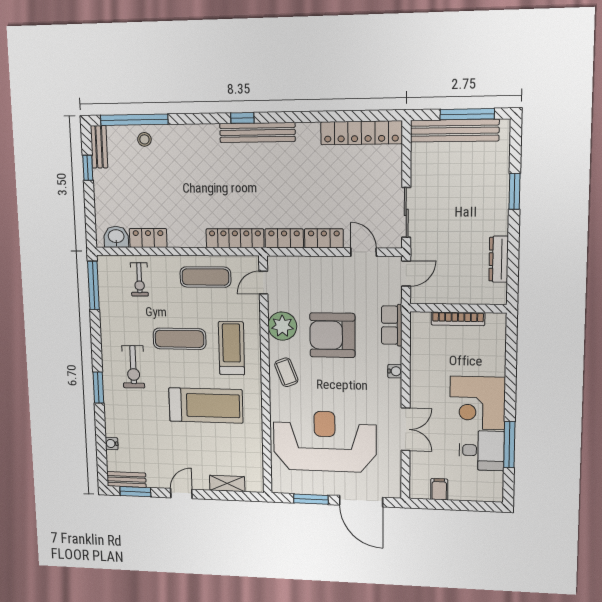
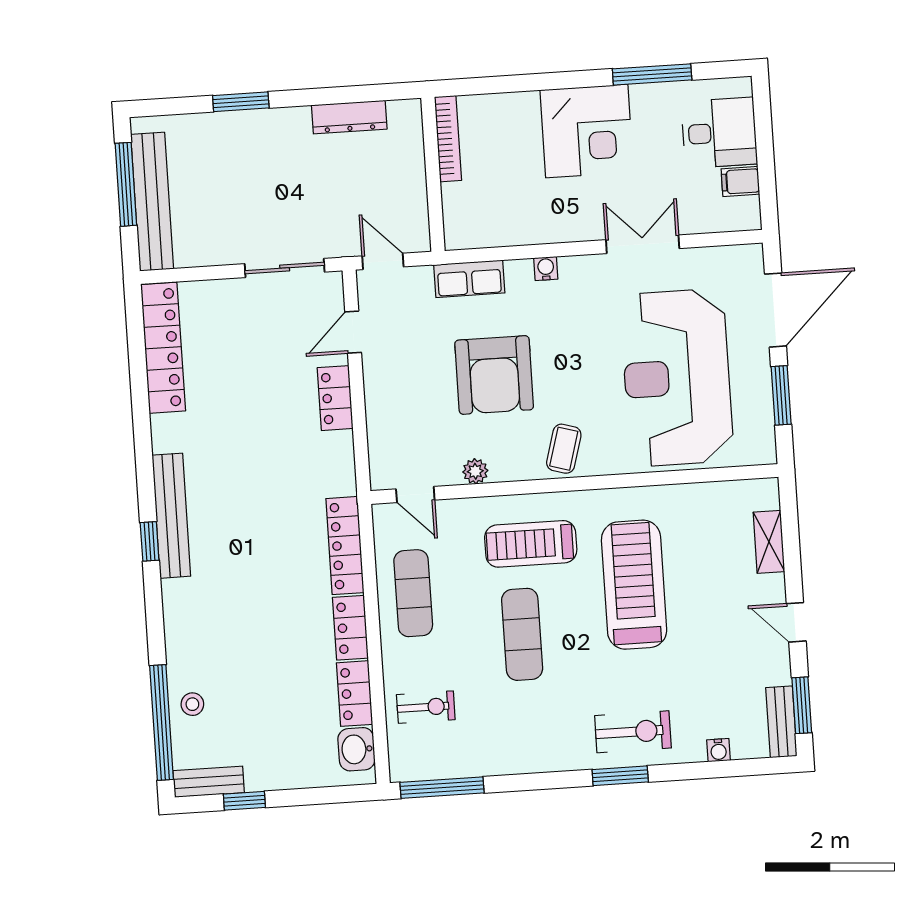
locker: (284, 238) -> (350, 628), moved
bookcase: (458, 319) -> (448, 139), moved
plant: (282, 326) -> (475, 471), width x0.53, depth x0.53
exercise bike: (133, 367) -> (633, 732), moved
coffee table: (286, 372) -> (564, 449), turned -53
desk: (482, 451) -> (719, 133), moved, turned 90

